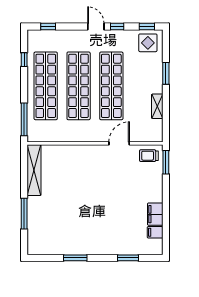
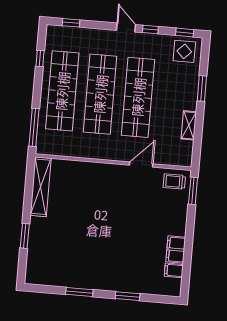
window: (24, 214) -> (25, 236), width x0.69
window: (128, 258) -> (128, 296), moved

